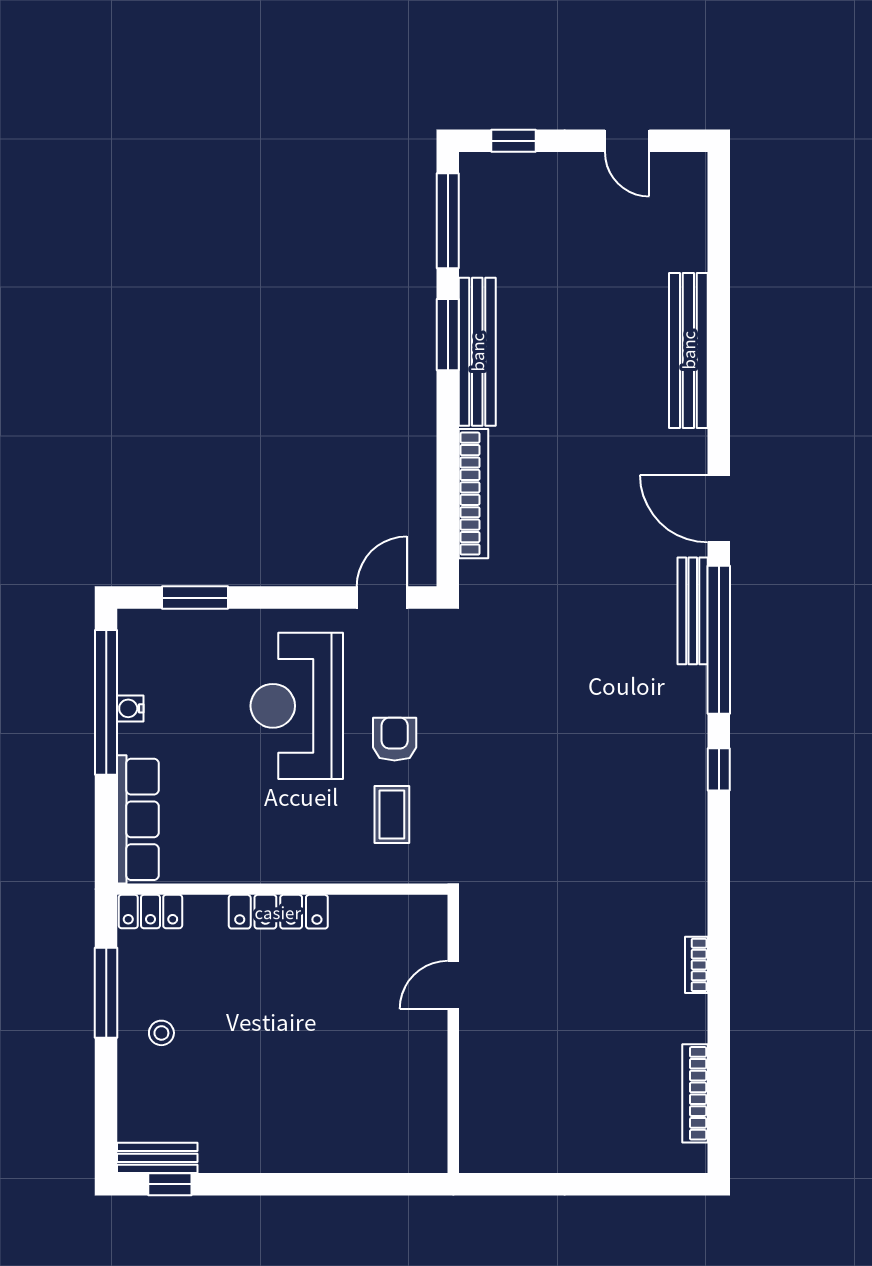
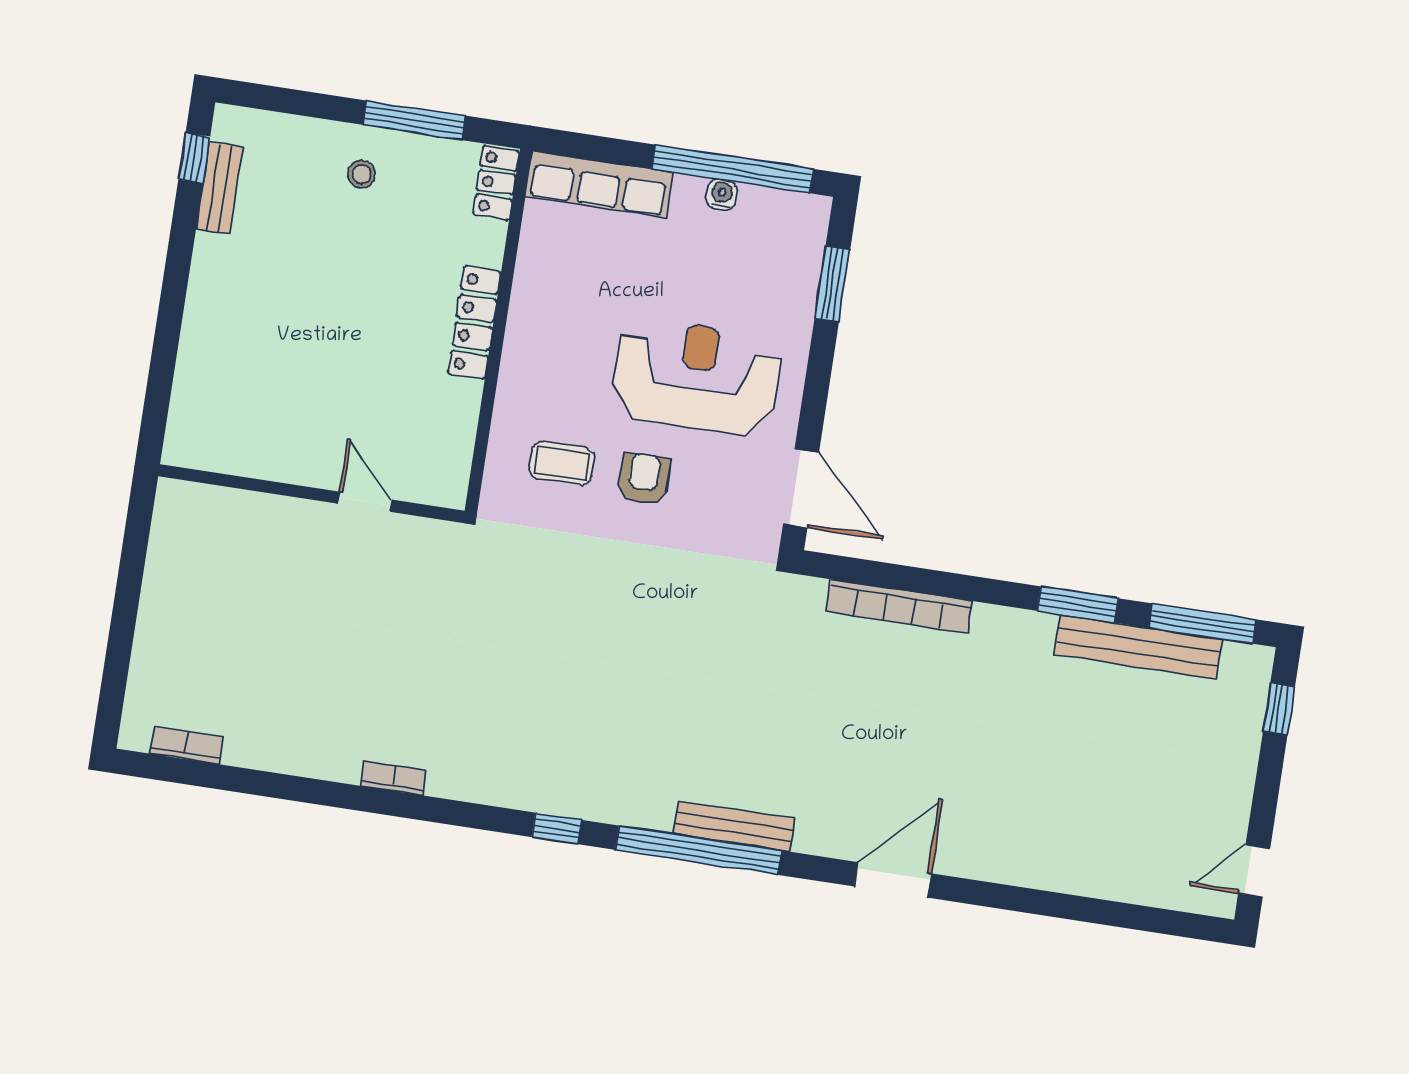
door: (627, 141) -> (1254, 871), moved
bench: (688, 350) -> (1020, 865), removed
bench: (477, 352) -> (1138, 647), moved
door: (719, 509) -> (893, 880), moved
door: (382, 598) -> (801, 488), width x1.38
armchair: (395, 739) -> (644, 479), turned -90
bookcase: (696, 965) -> (394, 778), moved
bookcase: (695, 1093) -> (186, 745), width x0.64
bench: (157, 1158) -> (219, 188), moved

